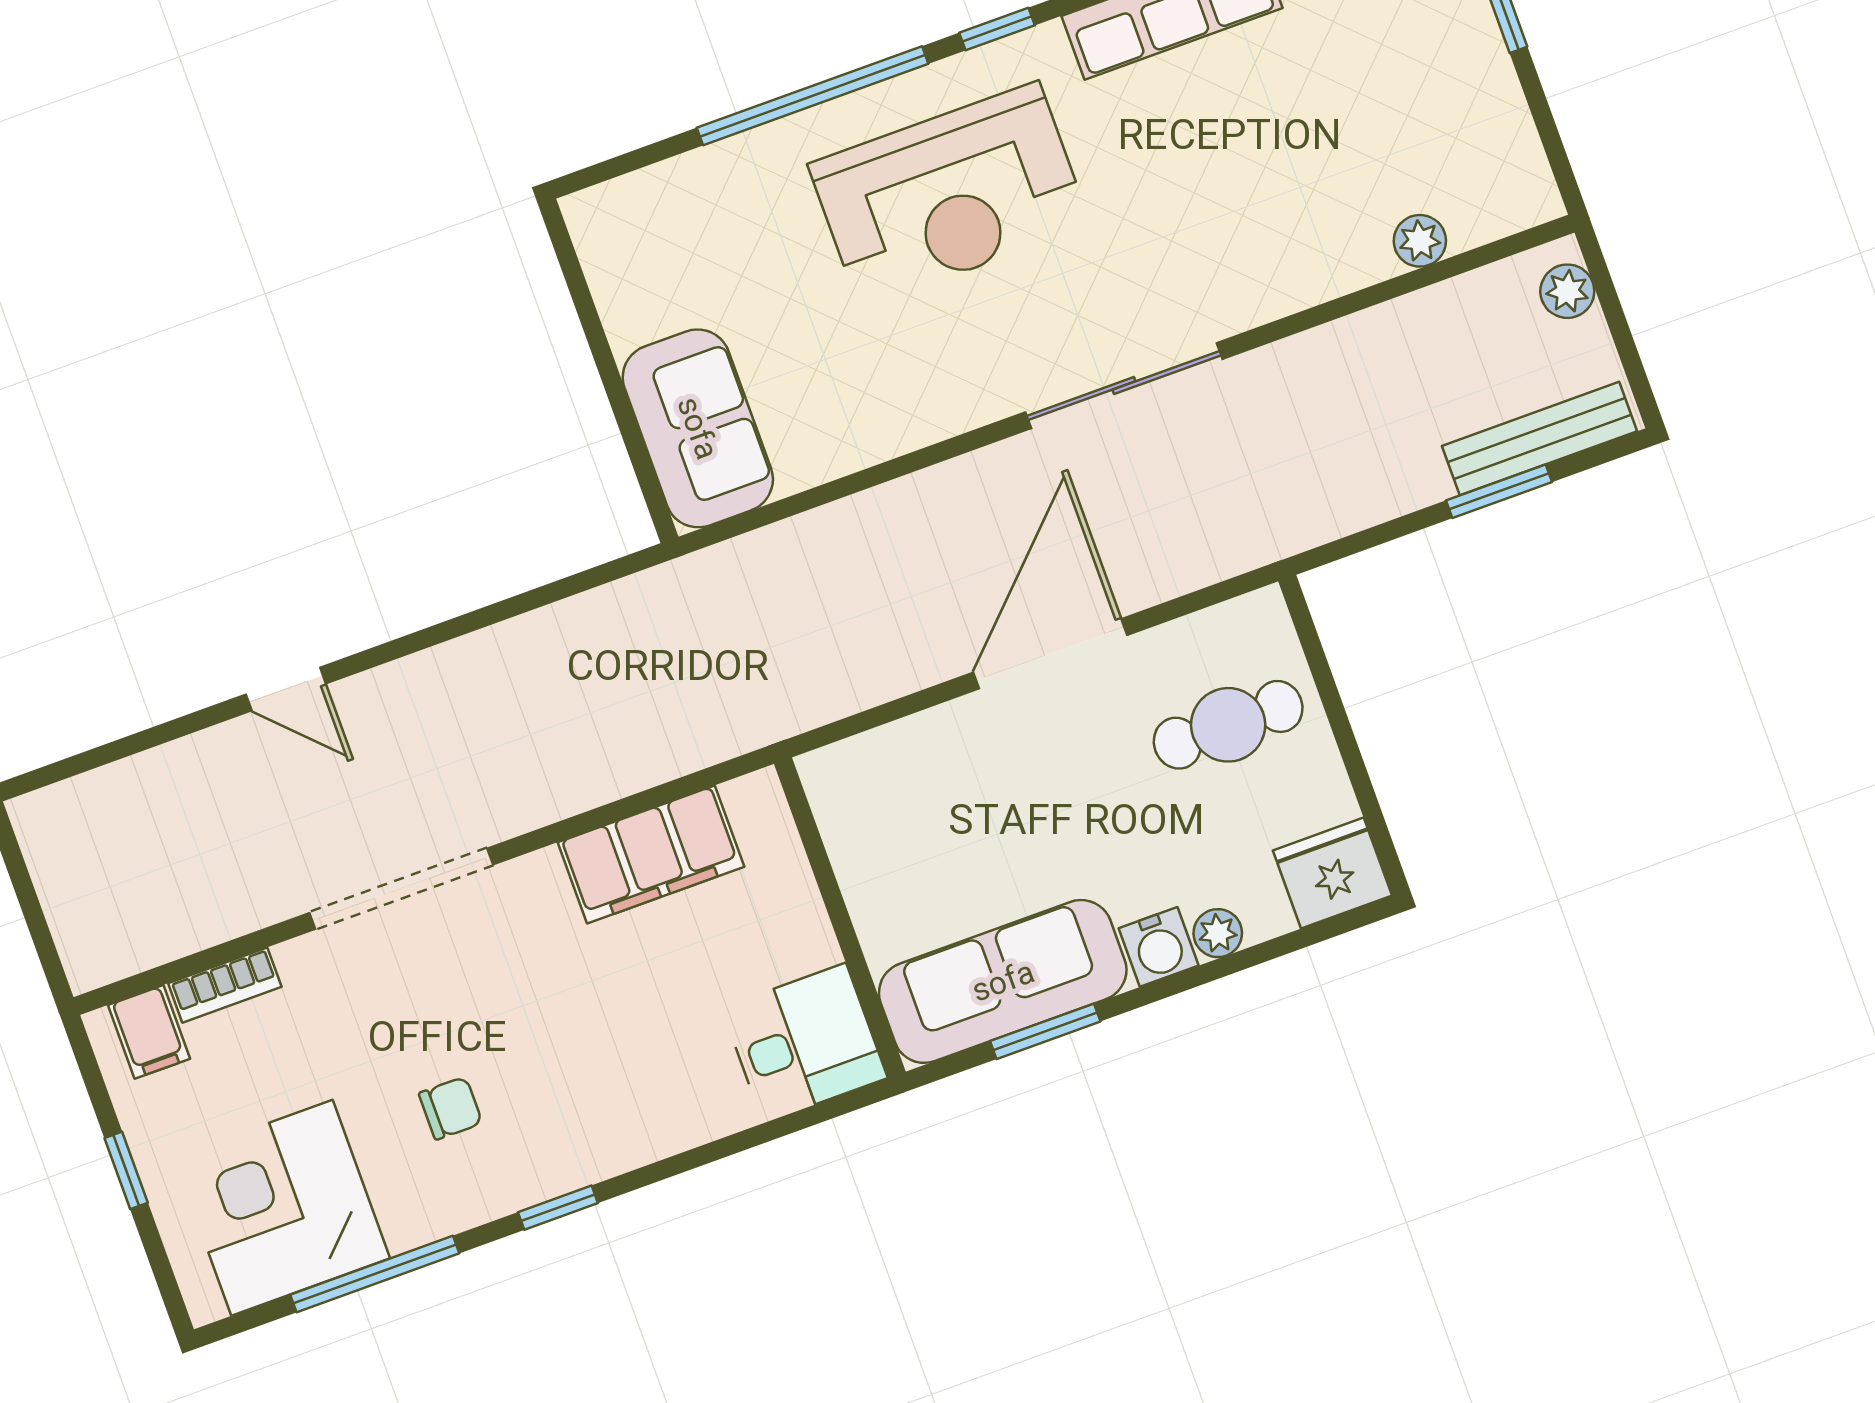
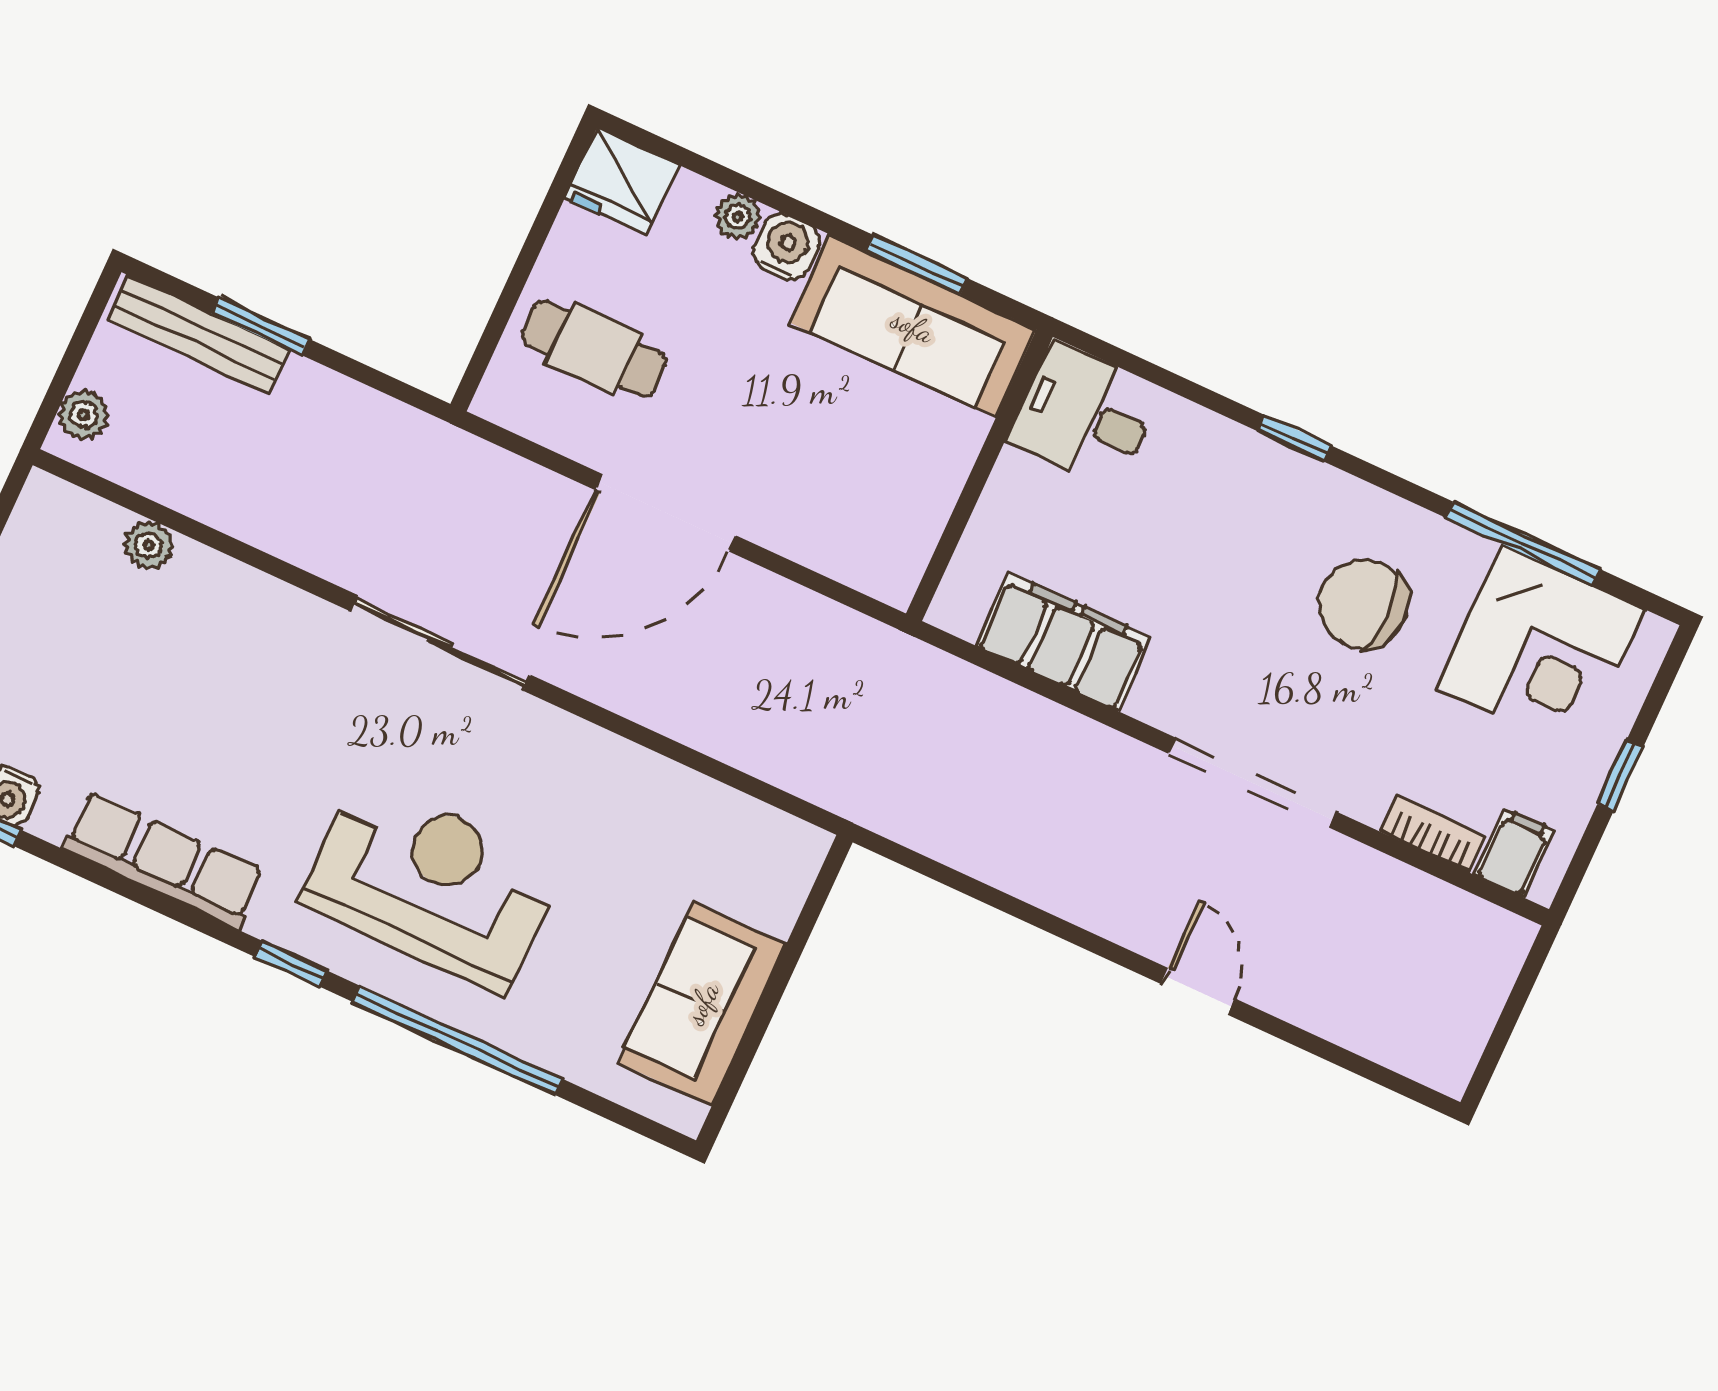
sofa: (698, 428) -> (702, 1003), moved
chair: (451, 1108) -> (1363, 604), width x1.87, depth x1.87
window: (558, 1208) -> (1294, 438), moved

